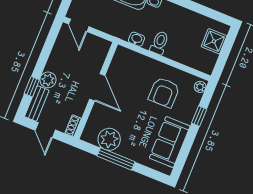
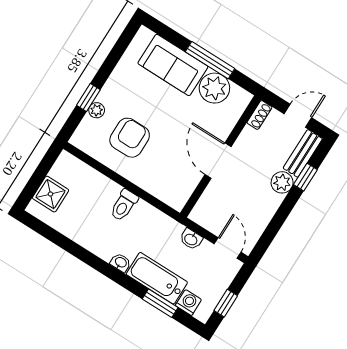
washbasin: (136, 39) -> (191, 239), moved
plant: (200, 87) -> (97, 110), moved
door: (45, 130) -> (298, 116), hinge flipped
sofa: (170, 142) -> (173, 65), moved, turned 90

